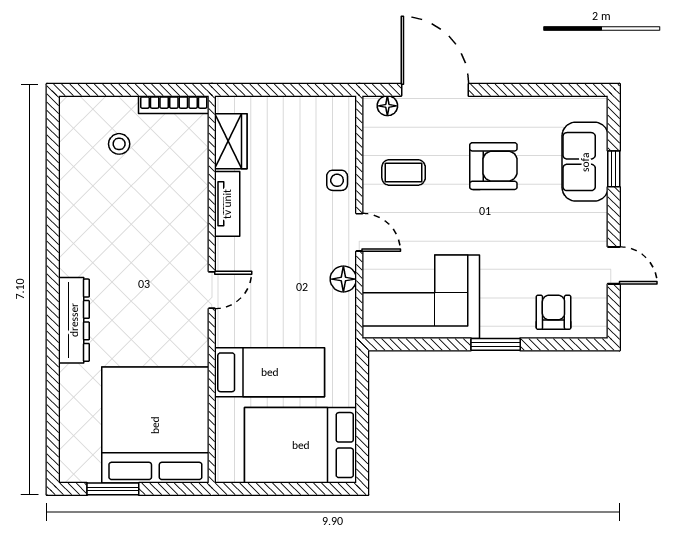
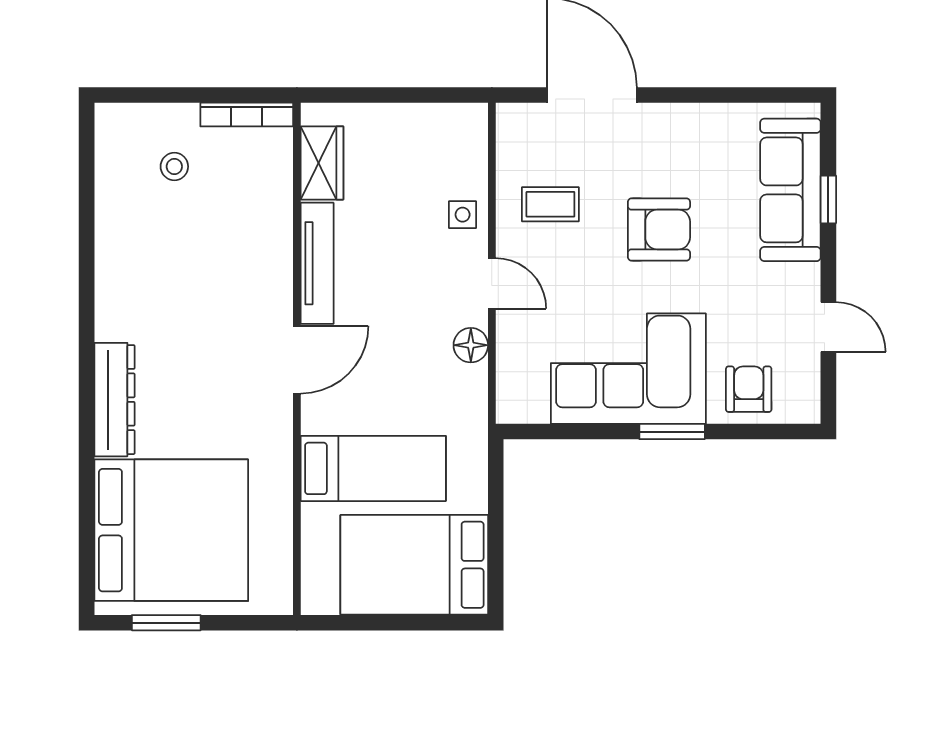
floor lamp: (387, 106) -> (529, 116), removed
sofa: (585, 162) -> (790, 190), width x1.36
armchair: (493, 166) -> (659, 229), moved
tv unit: (227, 204) -> (317, 263), width x1.41
door: (212, 290) -> (297, 360), width x1.38
corner sofa: (421, 297) -> (628, 369), moved
bed: (155, 425) -> (171, 530), moved, turned 90

